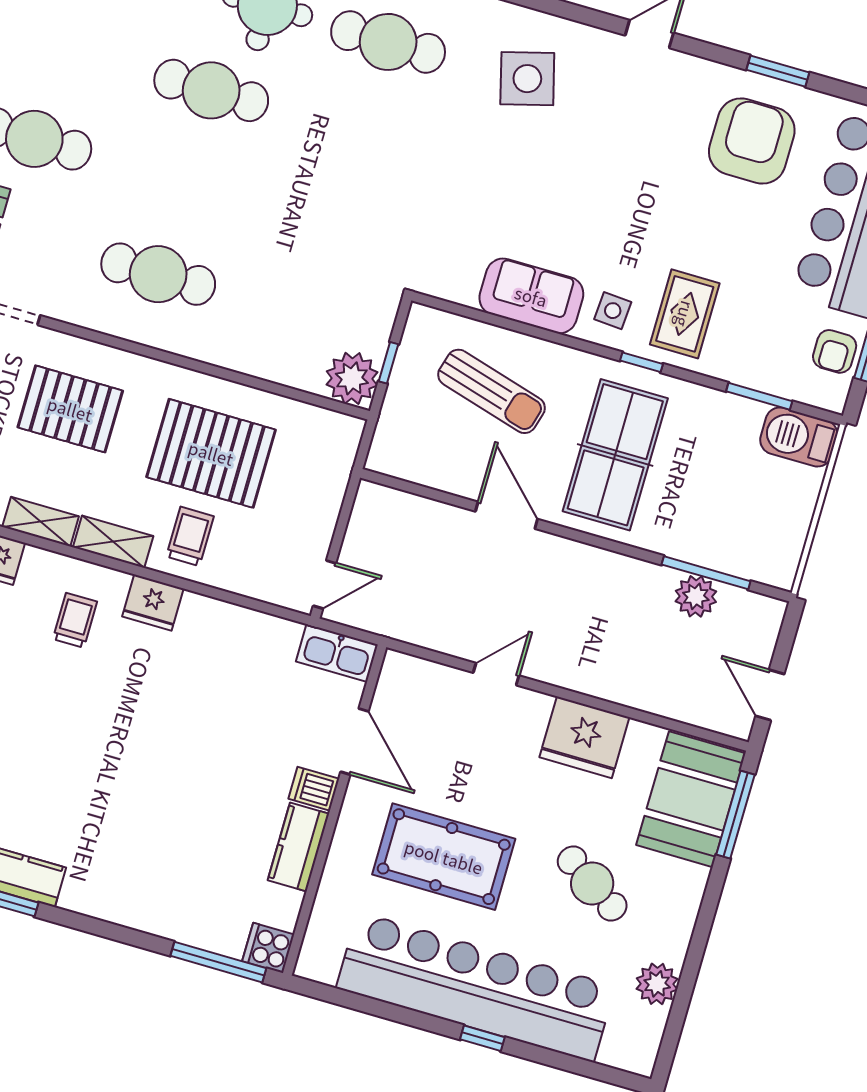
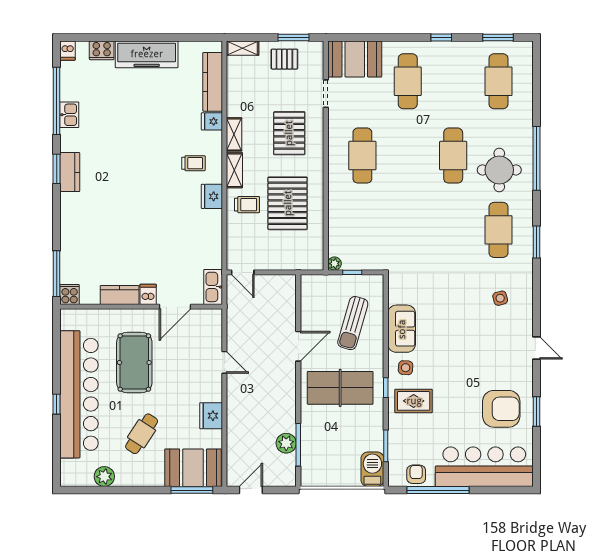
side table: (527, 79) -> (500, 298), width x0.54, depth x0.54
armchair: (835, 351) -> (416, 474), turned 90
plant: (352, 378) -> (334, 264), width x0.53, depth x0.53
fridge: (584, 737) -> (211, 416), width x0.73, depth x0.75

